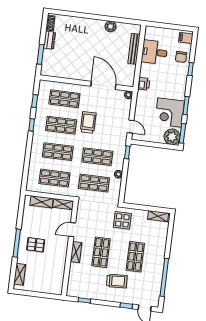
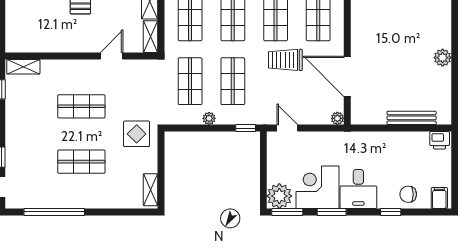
plant: (110, 26) -> (443, 58), moved
desk: (154, 52) -> (358, 189), moved, turned 180
printer: (144, 84) -> (440, 140), moved
door: (103, 85) -> (347, 76), swing flipped
trolley: (88, 122) -> (285, 60), turned 180
door: (131, 127) -> (287, 128), swing flipped
door: (72, 230) -> (112, 56), hinge flipped
shelving: (76, 252) -> (23, 67), moved
trolley: (117, 281) -> (39, 137), removed

